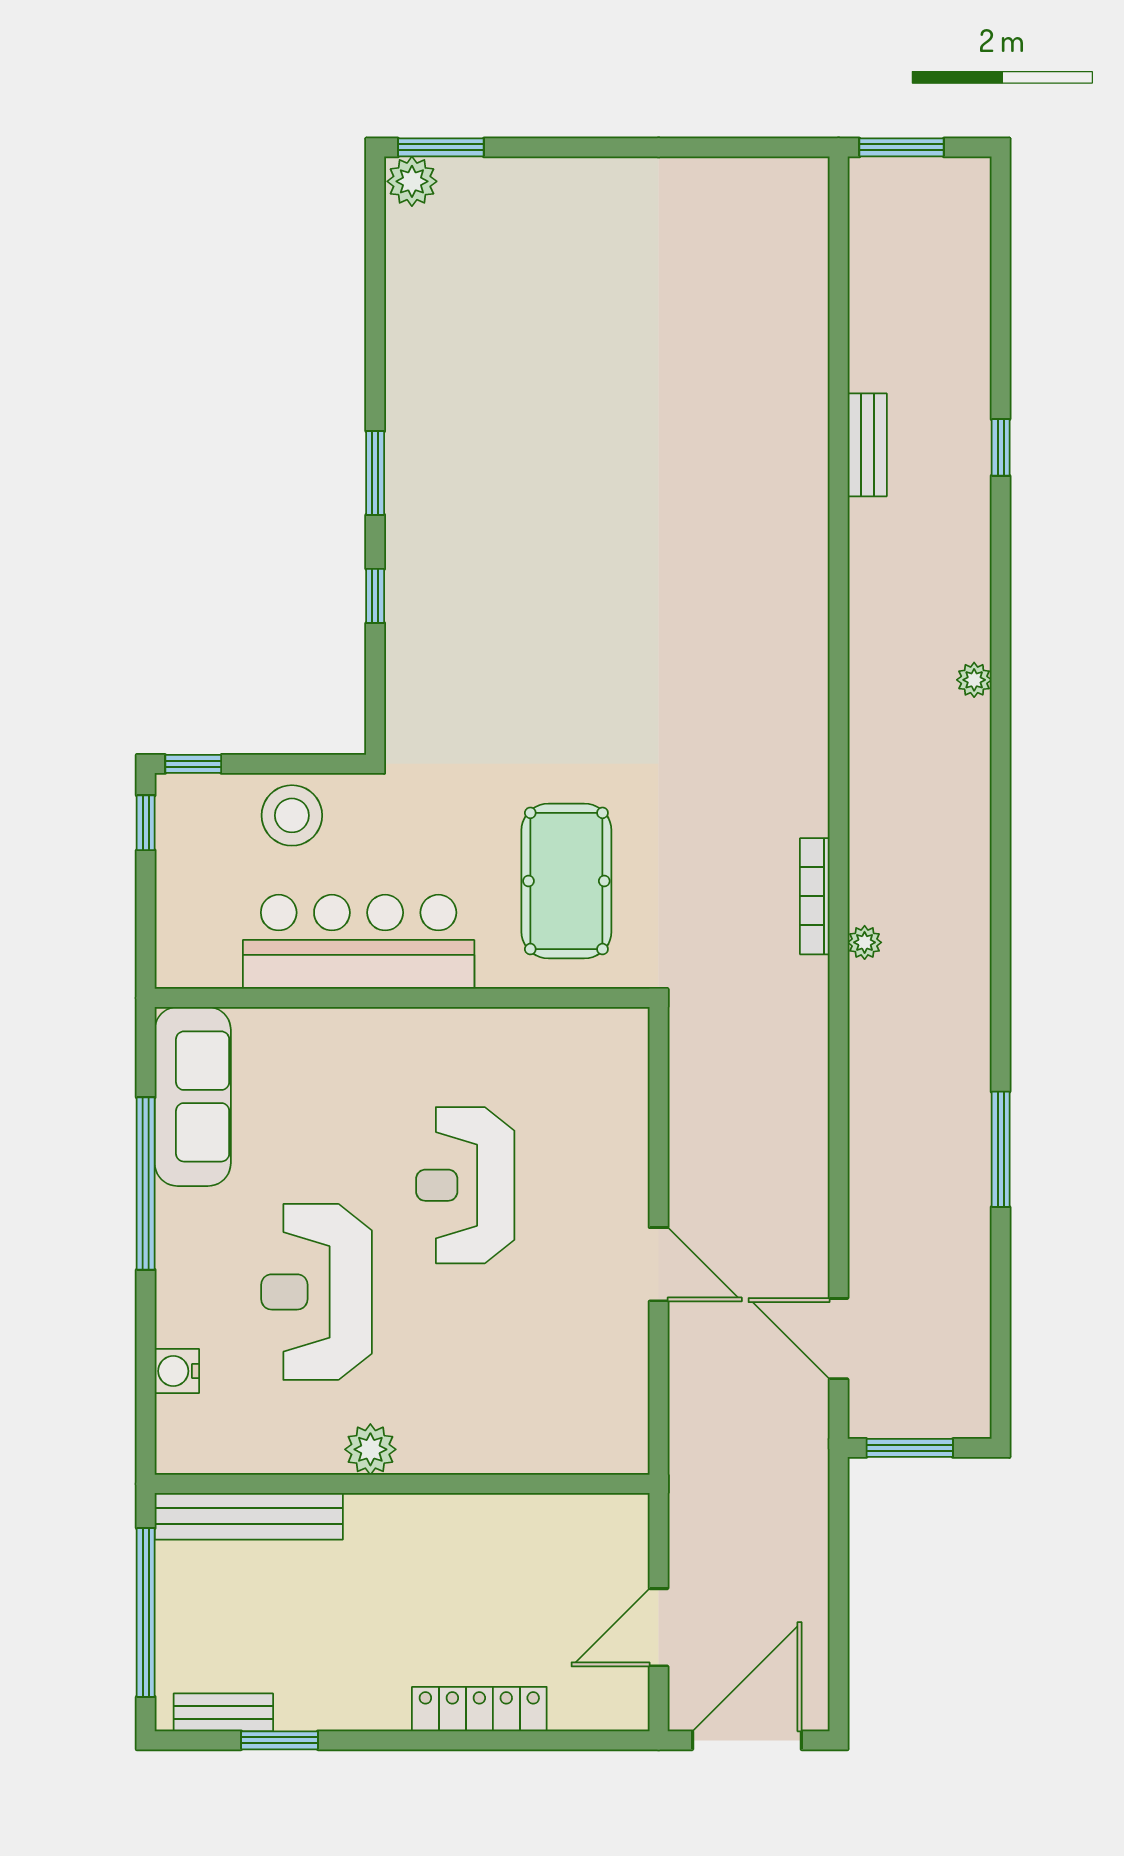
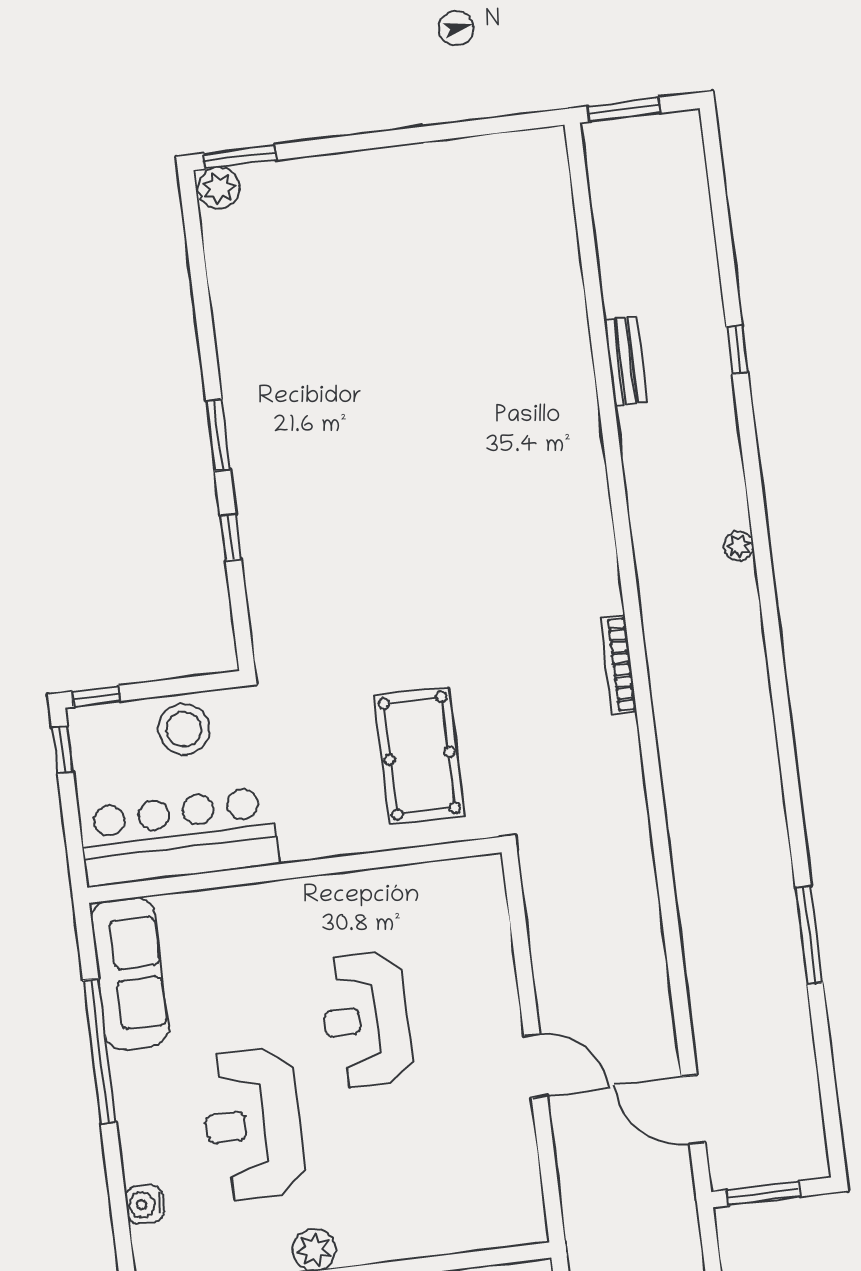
bookcase: (815, 896) -> (618, 665), moved
bar counter: (359, 942) -> (179, 837), moved
plant: (865, 942) -> (674, 776), removed

